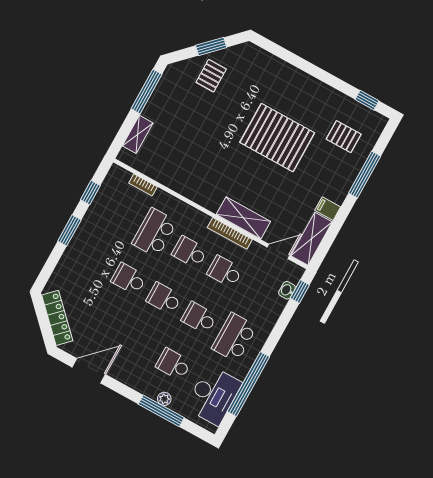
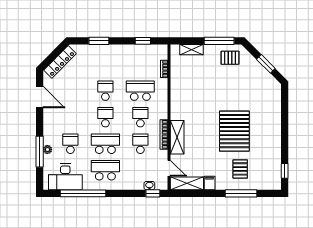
pallet: (211, 76) -> (230, 58), moved
pallet: (344, 137) -> (240, 169), moved
window: (69, 230) -> (99, 41), moved
school desk: (199, 318) -> (105, 144), width x1.85

